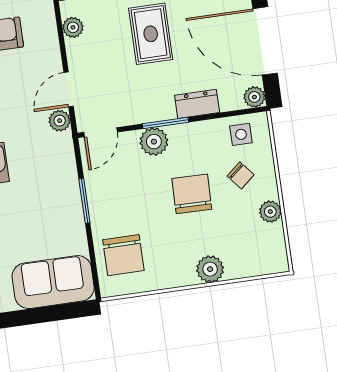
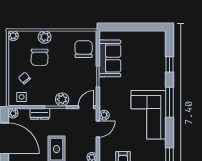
chair: (192, 194) -> (40, 57), moved
plant: (270, 212) -> (13, 36), moved
sofa: (53, 282) -> (110, 58), moved, turned -90

